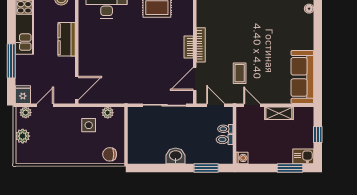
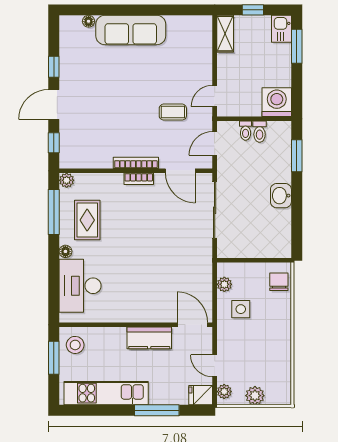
kitchen counter: (67, 39) -> (149, 338), moved
sofa: (302, 77) -> (131, 30), moved
shelving: (279, 113) -> (225, 34), moved
chair: (110, 154) -> (279, 282), turned 180
washing machine: (242, 158) -> (277, 102), width x1.89, depth x1.89

